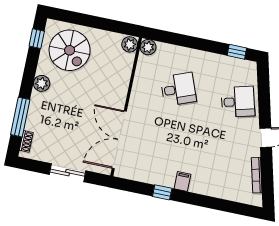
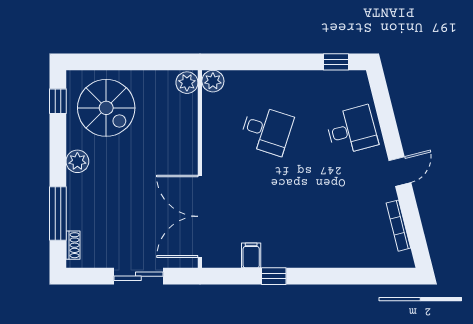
desk: (178, 89) -> (266, 130), turned 39
filing cabinet: (182, 182) -> (251, 255), moved

